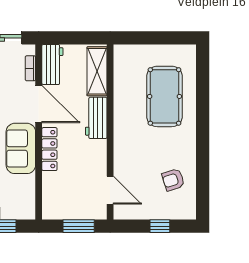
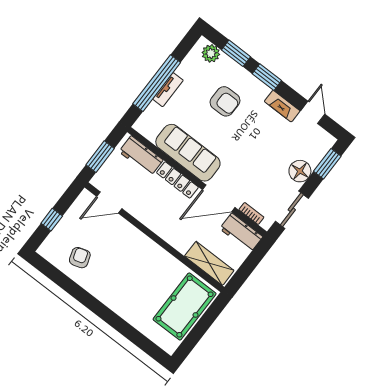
pool table: (164, 96) -> (185, 306), moved, turned 90
workbench: (96, 118) -> (141, 156), moved, turned 180
sofa: (21, 148) -> (188, 153), width x1.36

